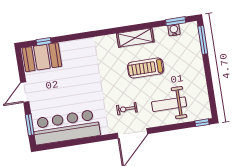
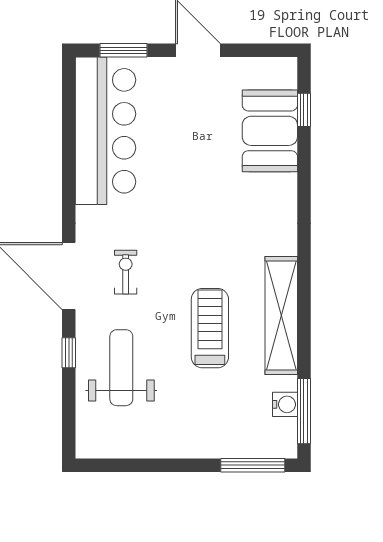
window: (176, 21) -> (304, 411), width x1.44
shelving: (135, 38) -> (281, 315), width x1.47
booth: (42, 57) -> (270, 131), moved
window: (202, 123) -> (69, 353), moved

